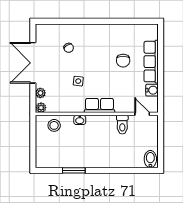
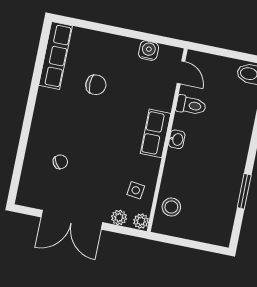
row of seats: (151, 62) -> (55, 56), moved, turned -90
side table: (78, 81) -> (136, 190), moved
door: (142, 114) -> (181, 72), swing flipped
washbasin: (80, 120) -> (177, 139), moved

